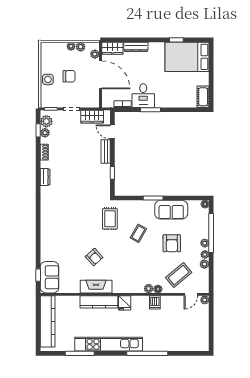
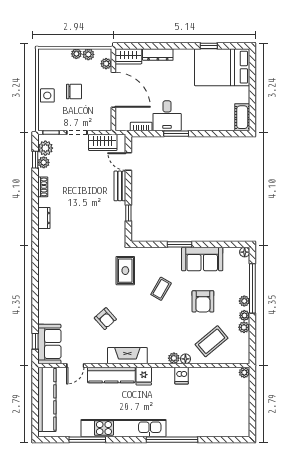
fireplace: (96, 287) -> (127, 356), moved
door: (191, 294) -> (75, 365), moved

